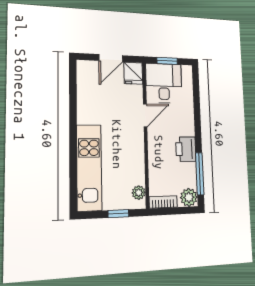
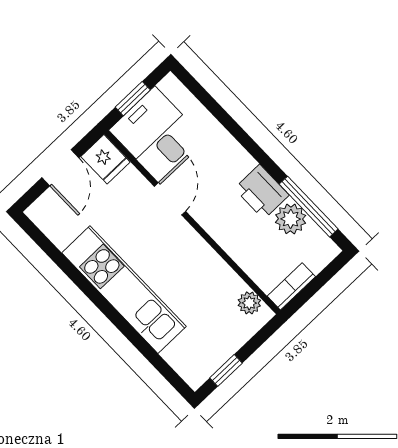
kitchen unit: (89, 168) -> (124, 290), moved
plant: (189, 197) -> (291, 219), moved
window: (118, 214) -> (226, 370), moved

